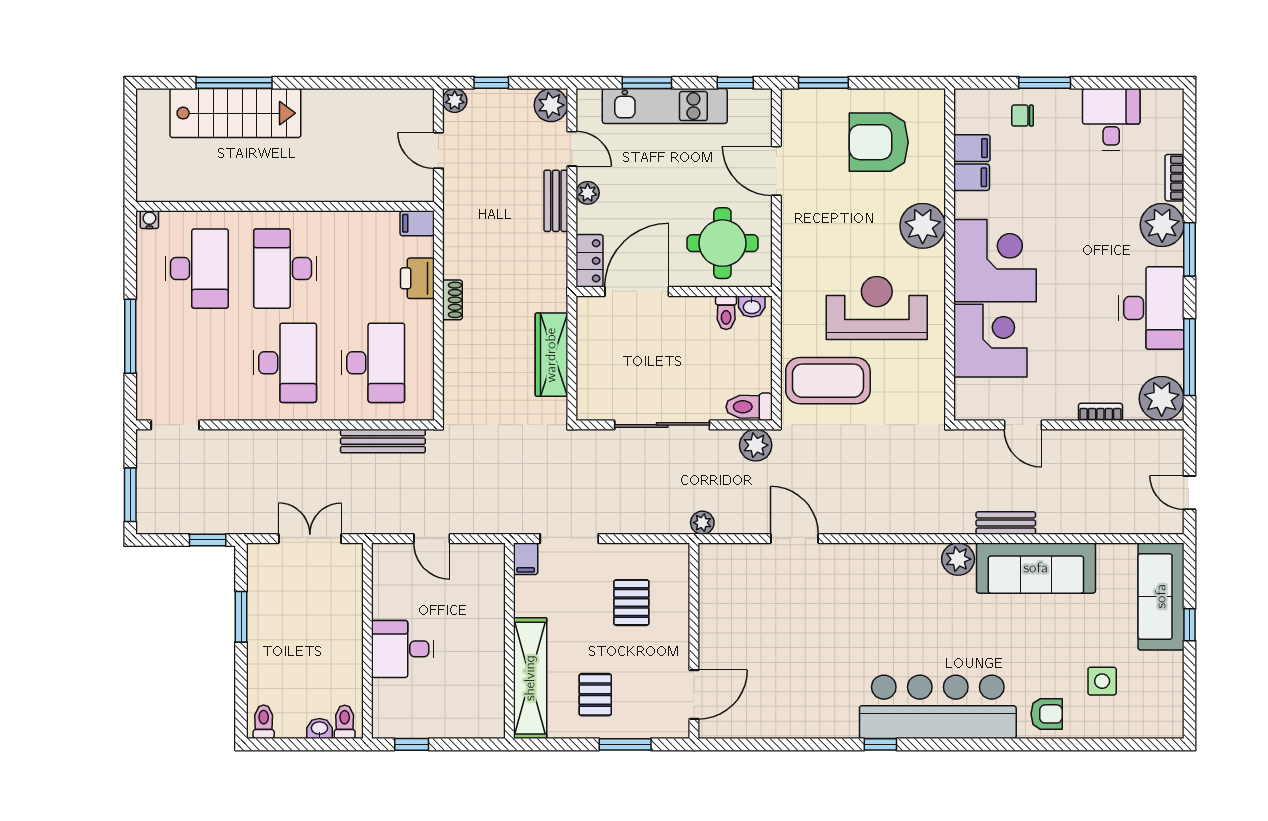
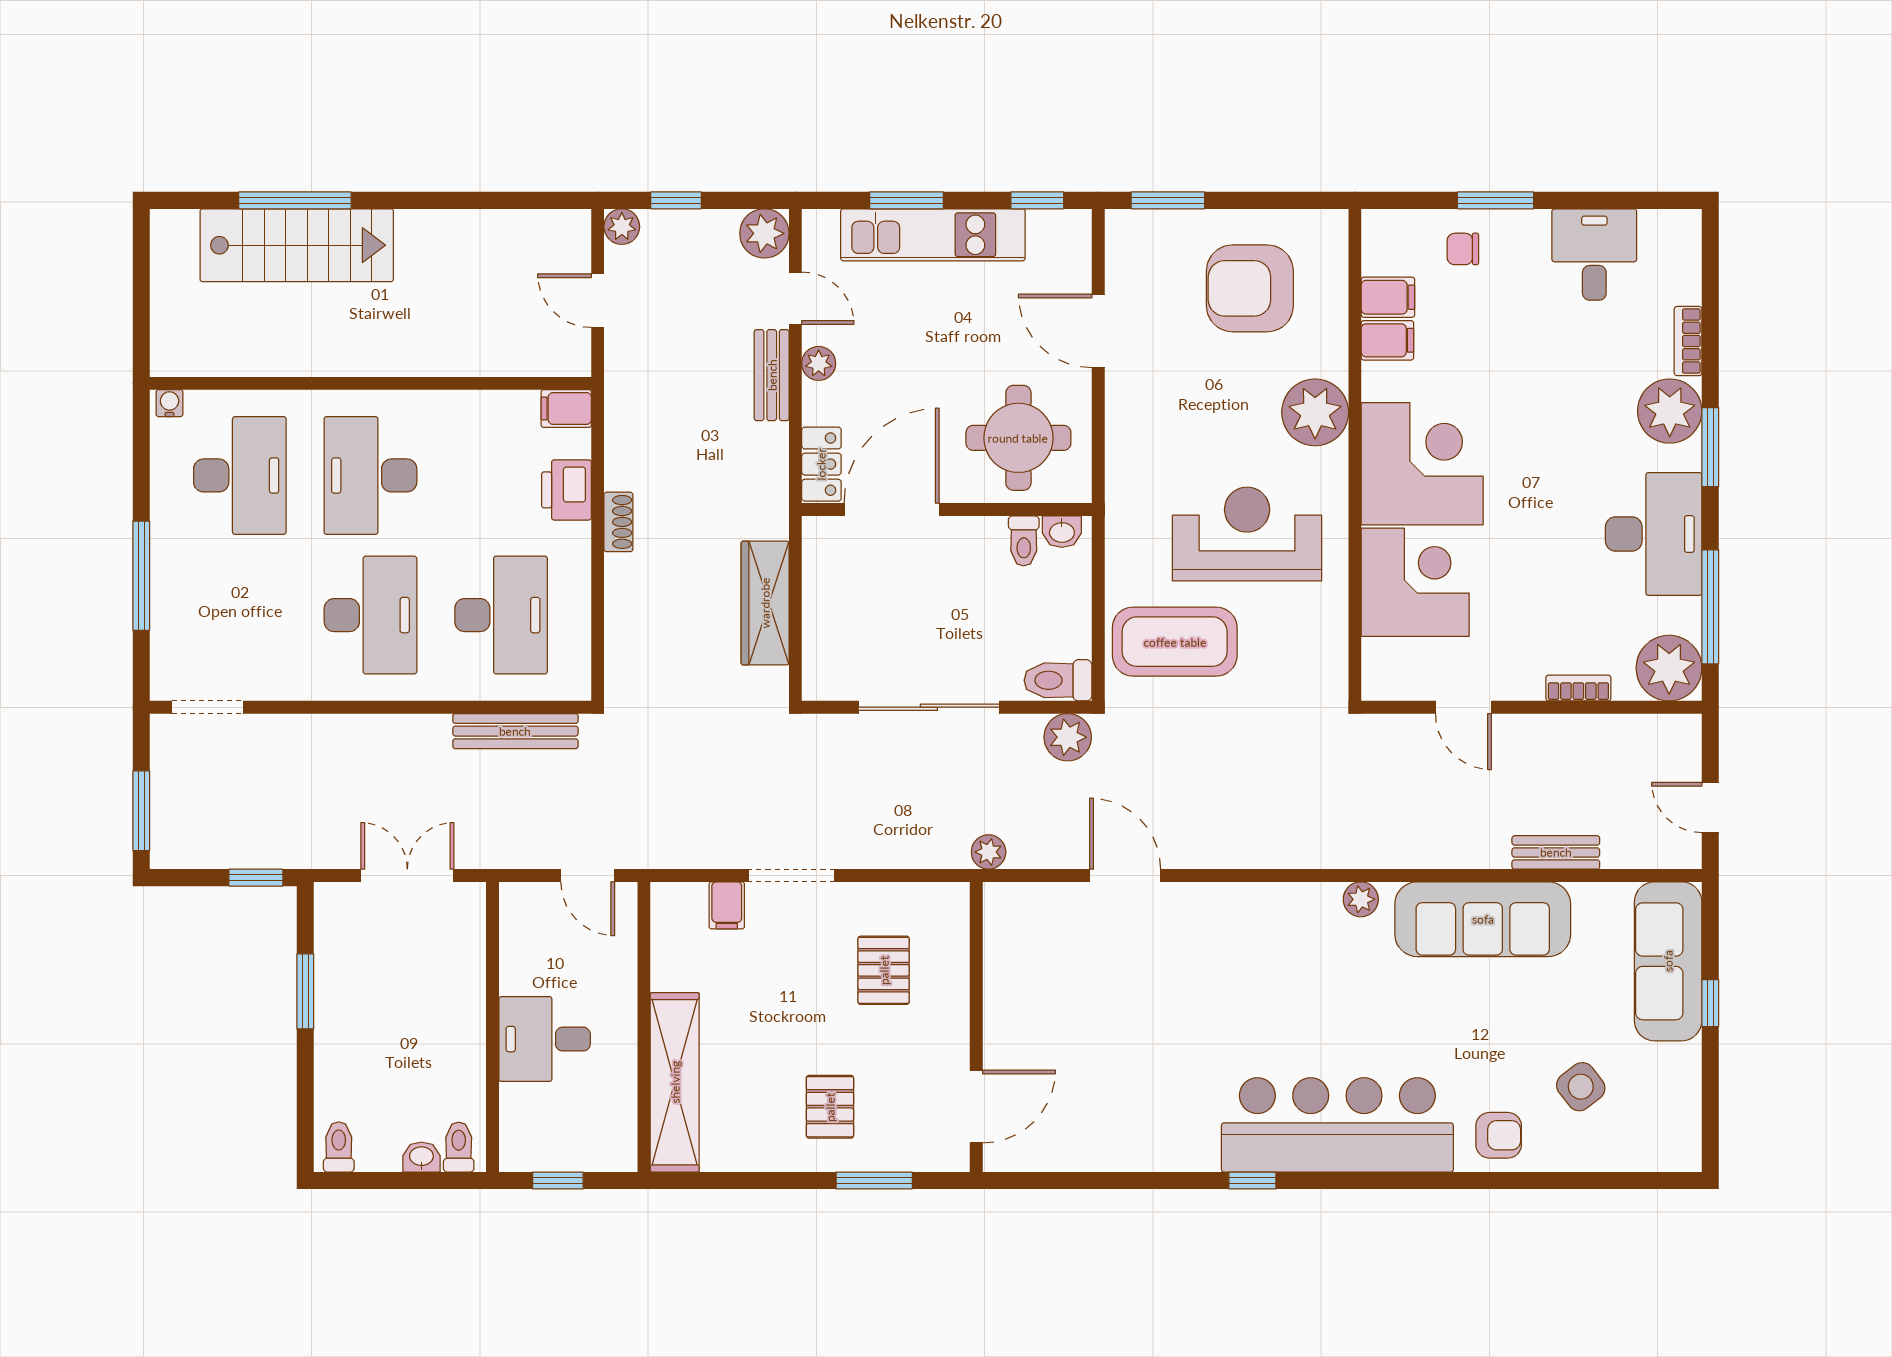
bench: (1006, 523) -> (1556, 852), moved
plant: (958, 559) -> (1361, 899), width x0.73, depth x0.73
wall: (509, 641) -> (644, 1027), moved
shelving: (530, 678) -> (675, 1082), moved
side table: (1102, 681) -> (1581, 1087), turned -38

